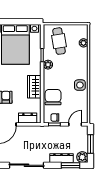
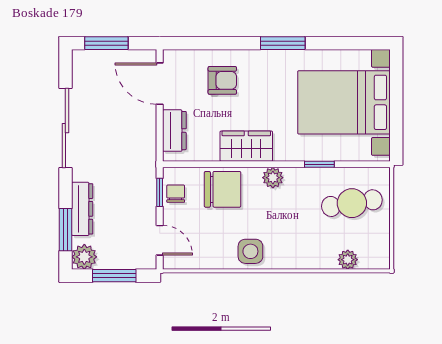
plant: (48, 65) -> (273, 178), moved

